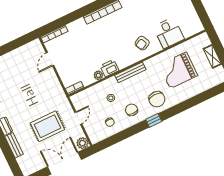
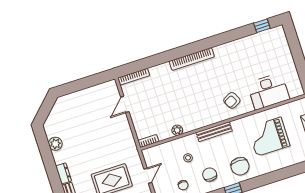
desk: (169, 33) -> (268, 91), width x1.37
printer: (109, 68) -> (191, 124), removed

